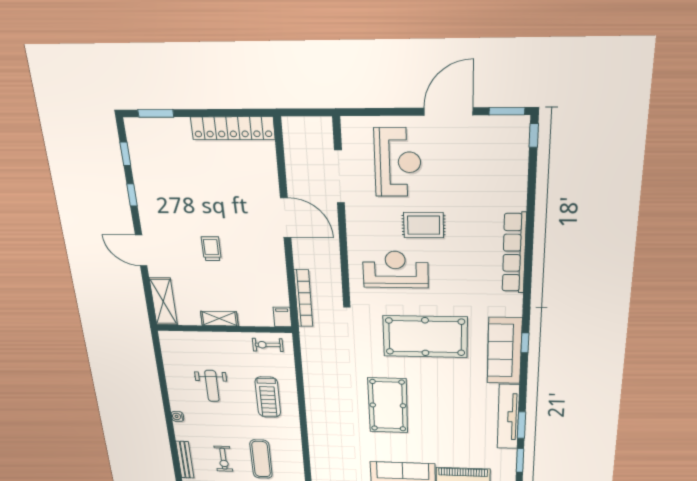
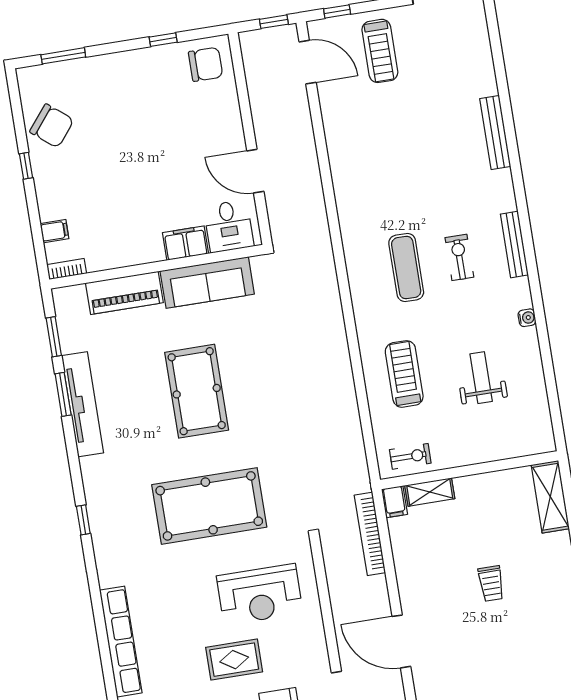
shelving: (219, 319) -> (430, 492), moved
sofa: (505, 351) -> (107, 504), removed
pool table: (388, 405) -> (197, 391), moved

